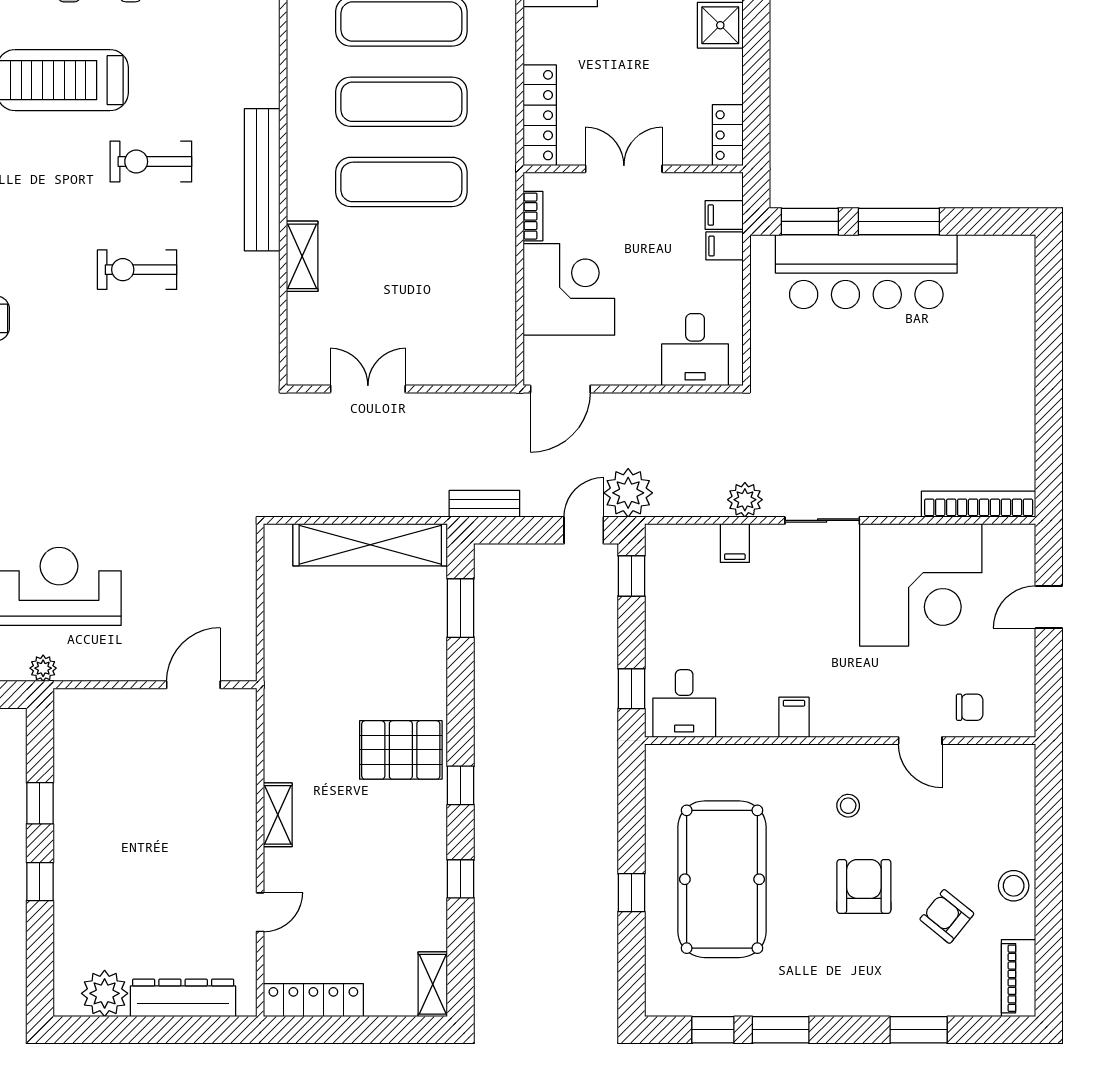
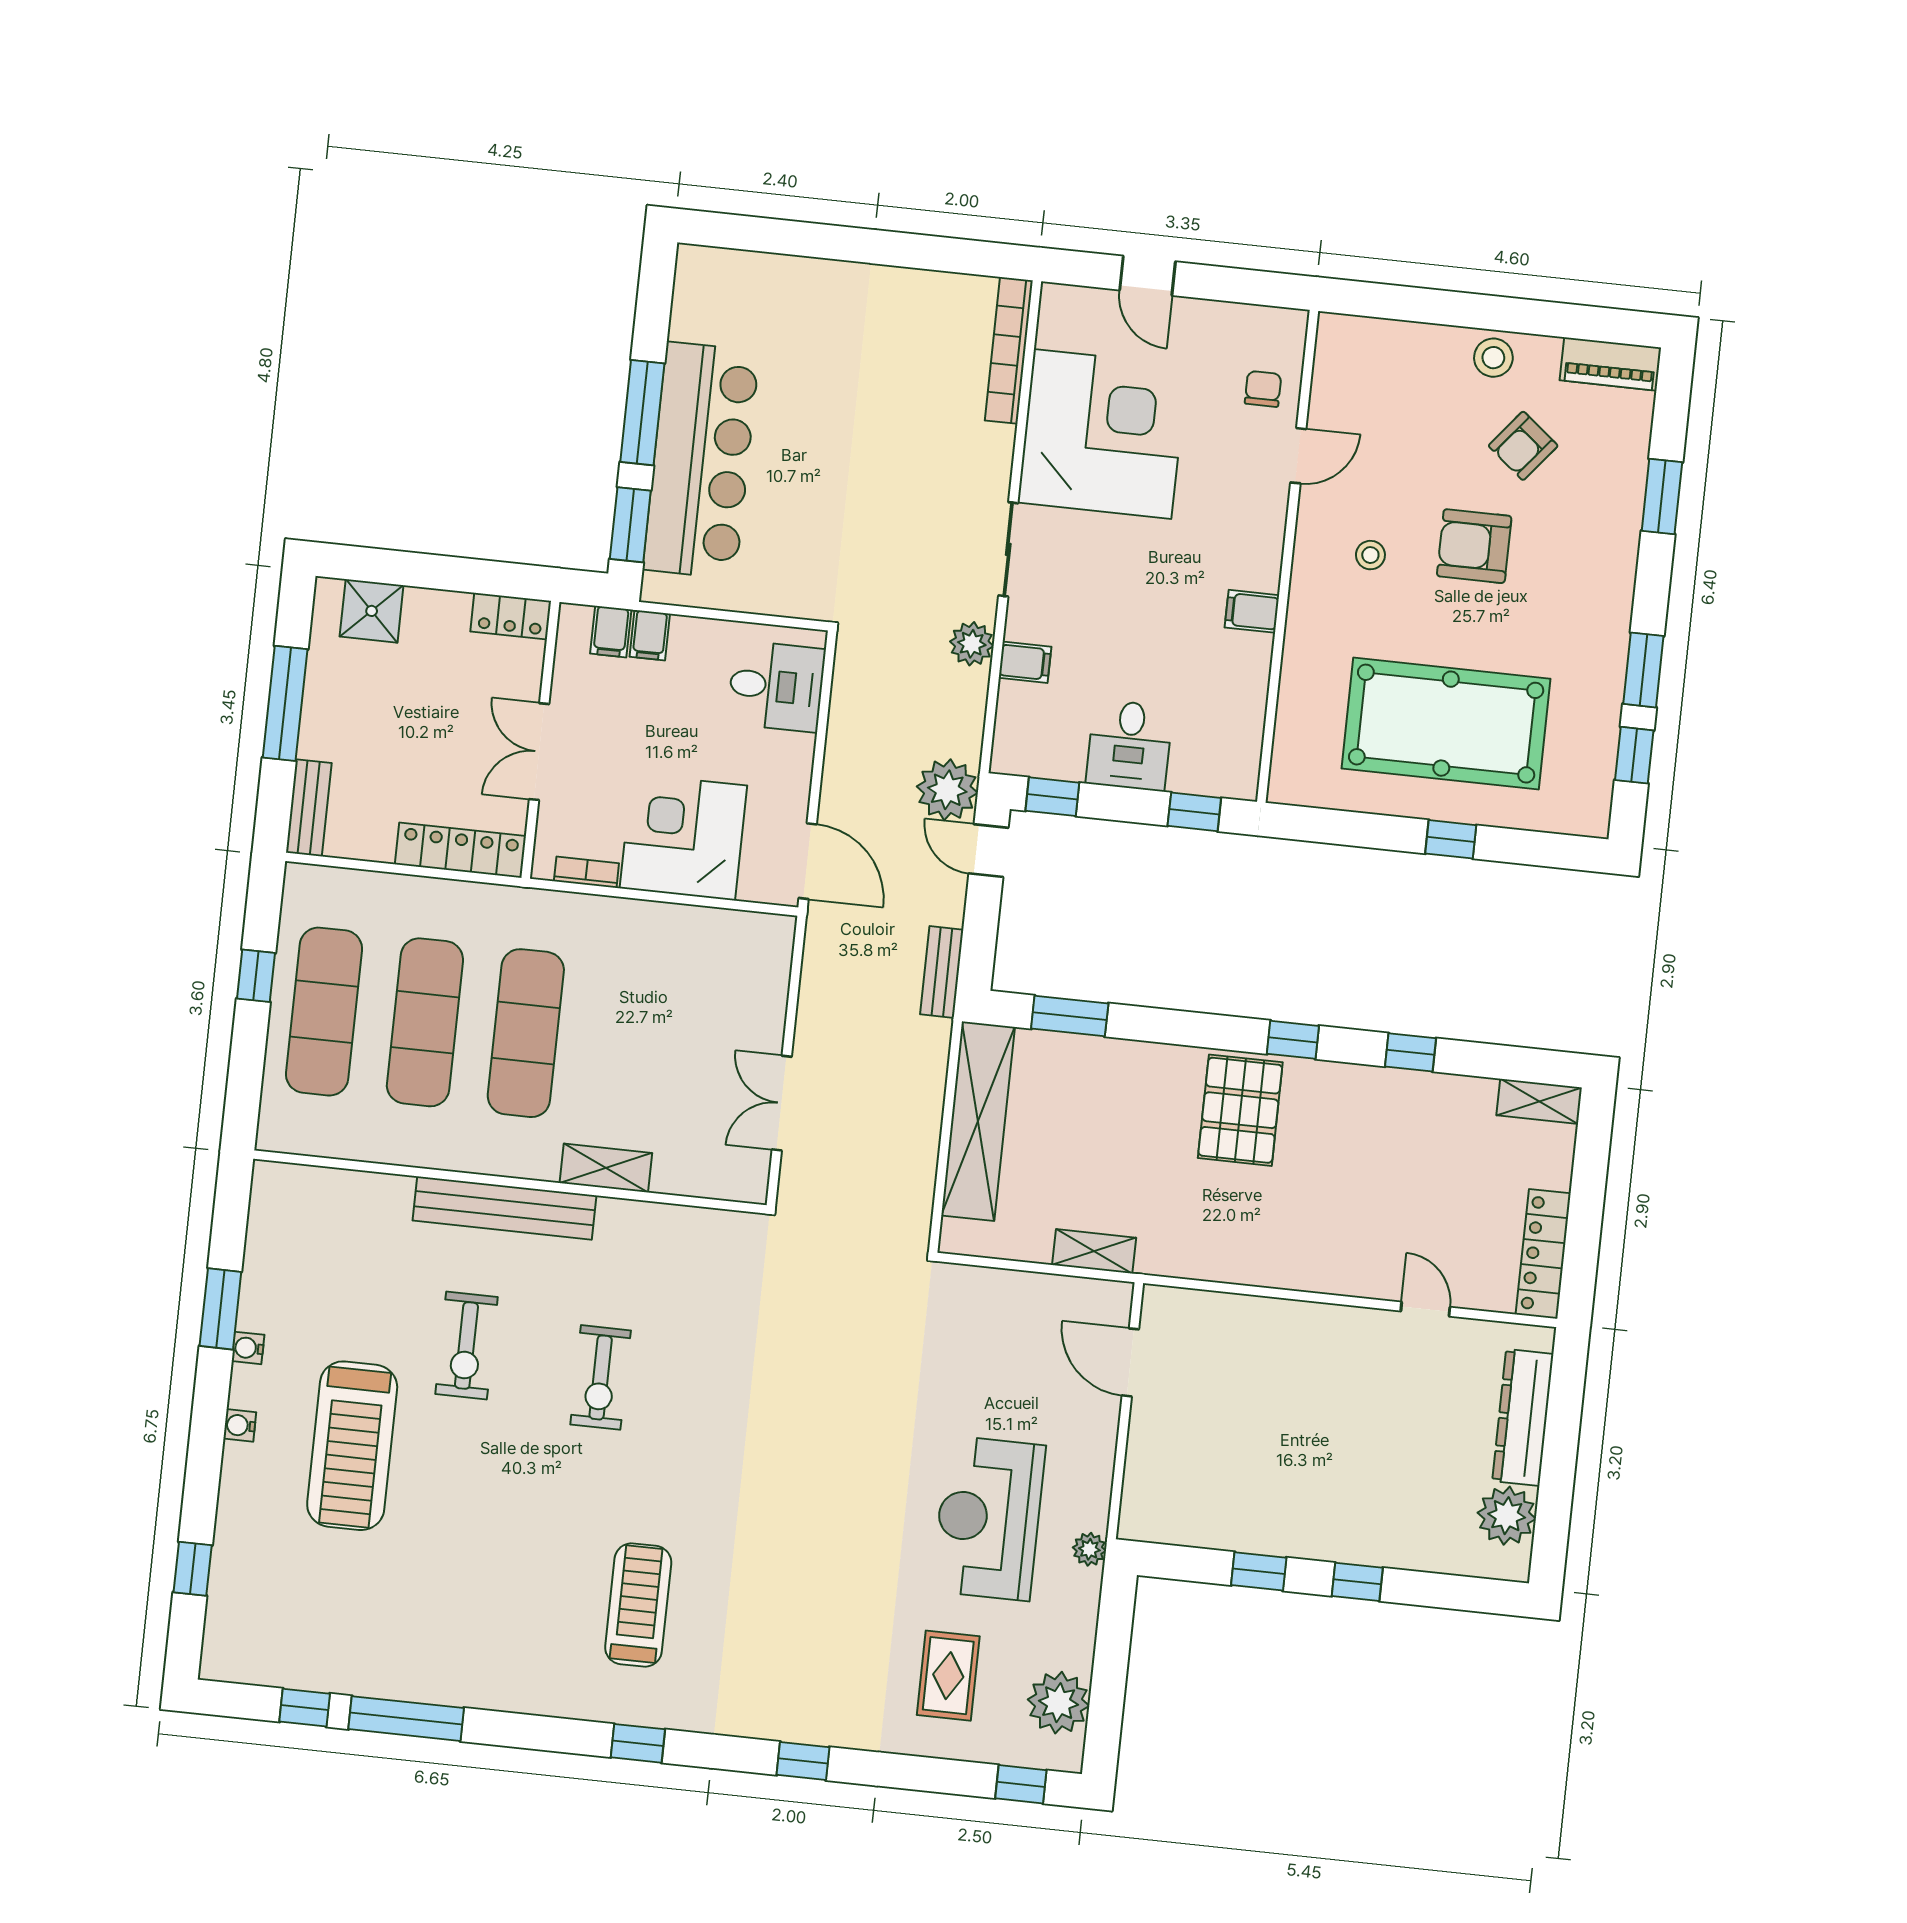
desk: (684, 704) -> (1129, 745), moved, turned 90
shelving: (278, 815) -> (1094, 1251), moved

